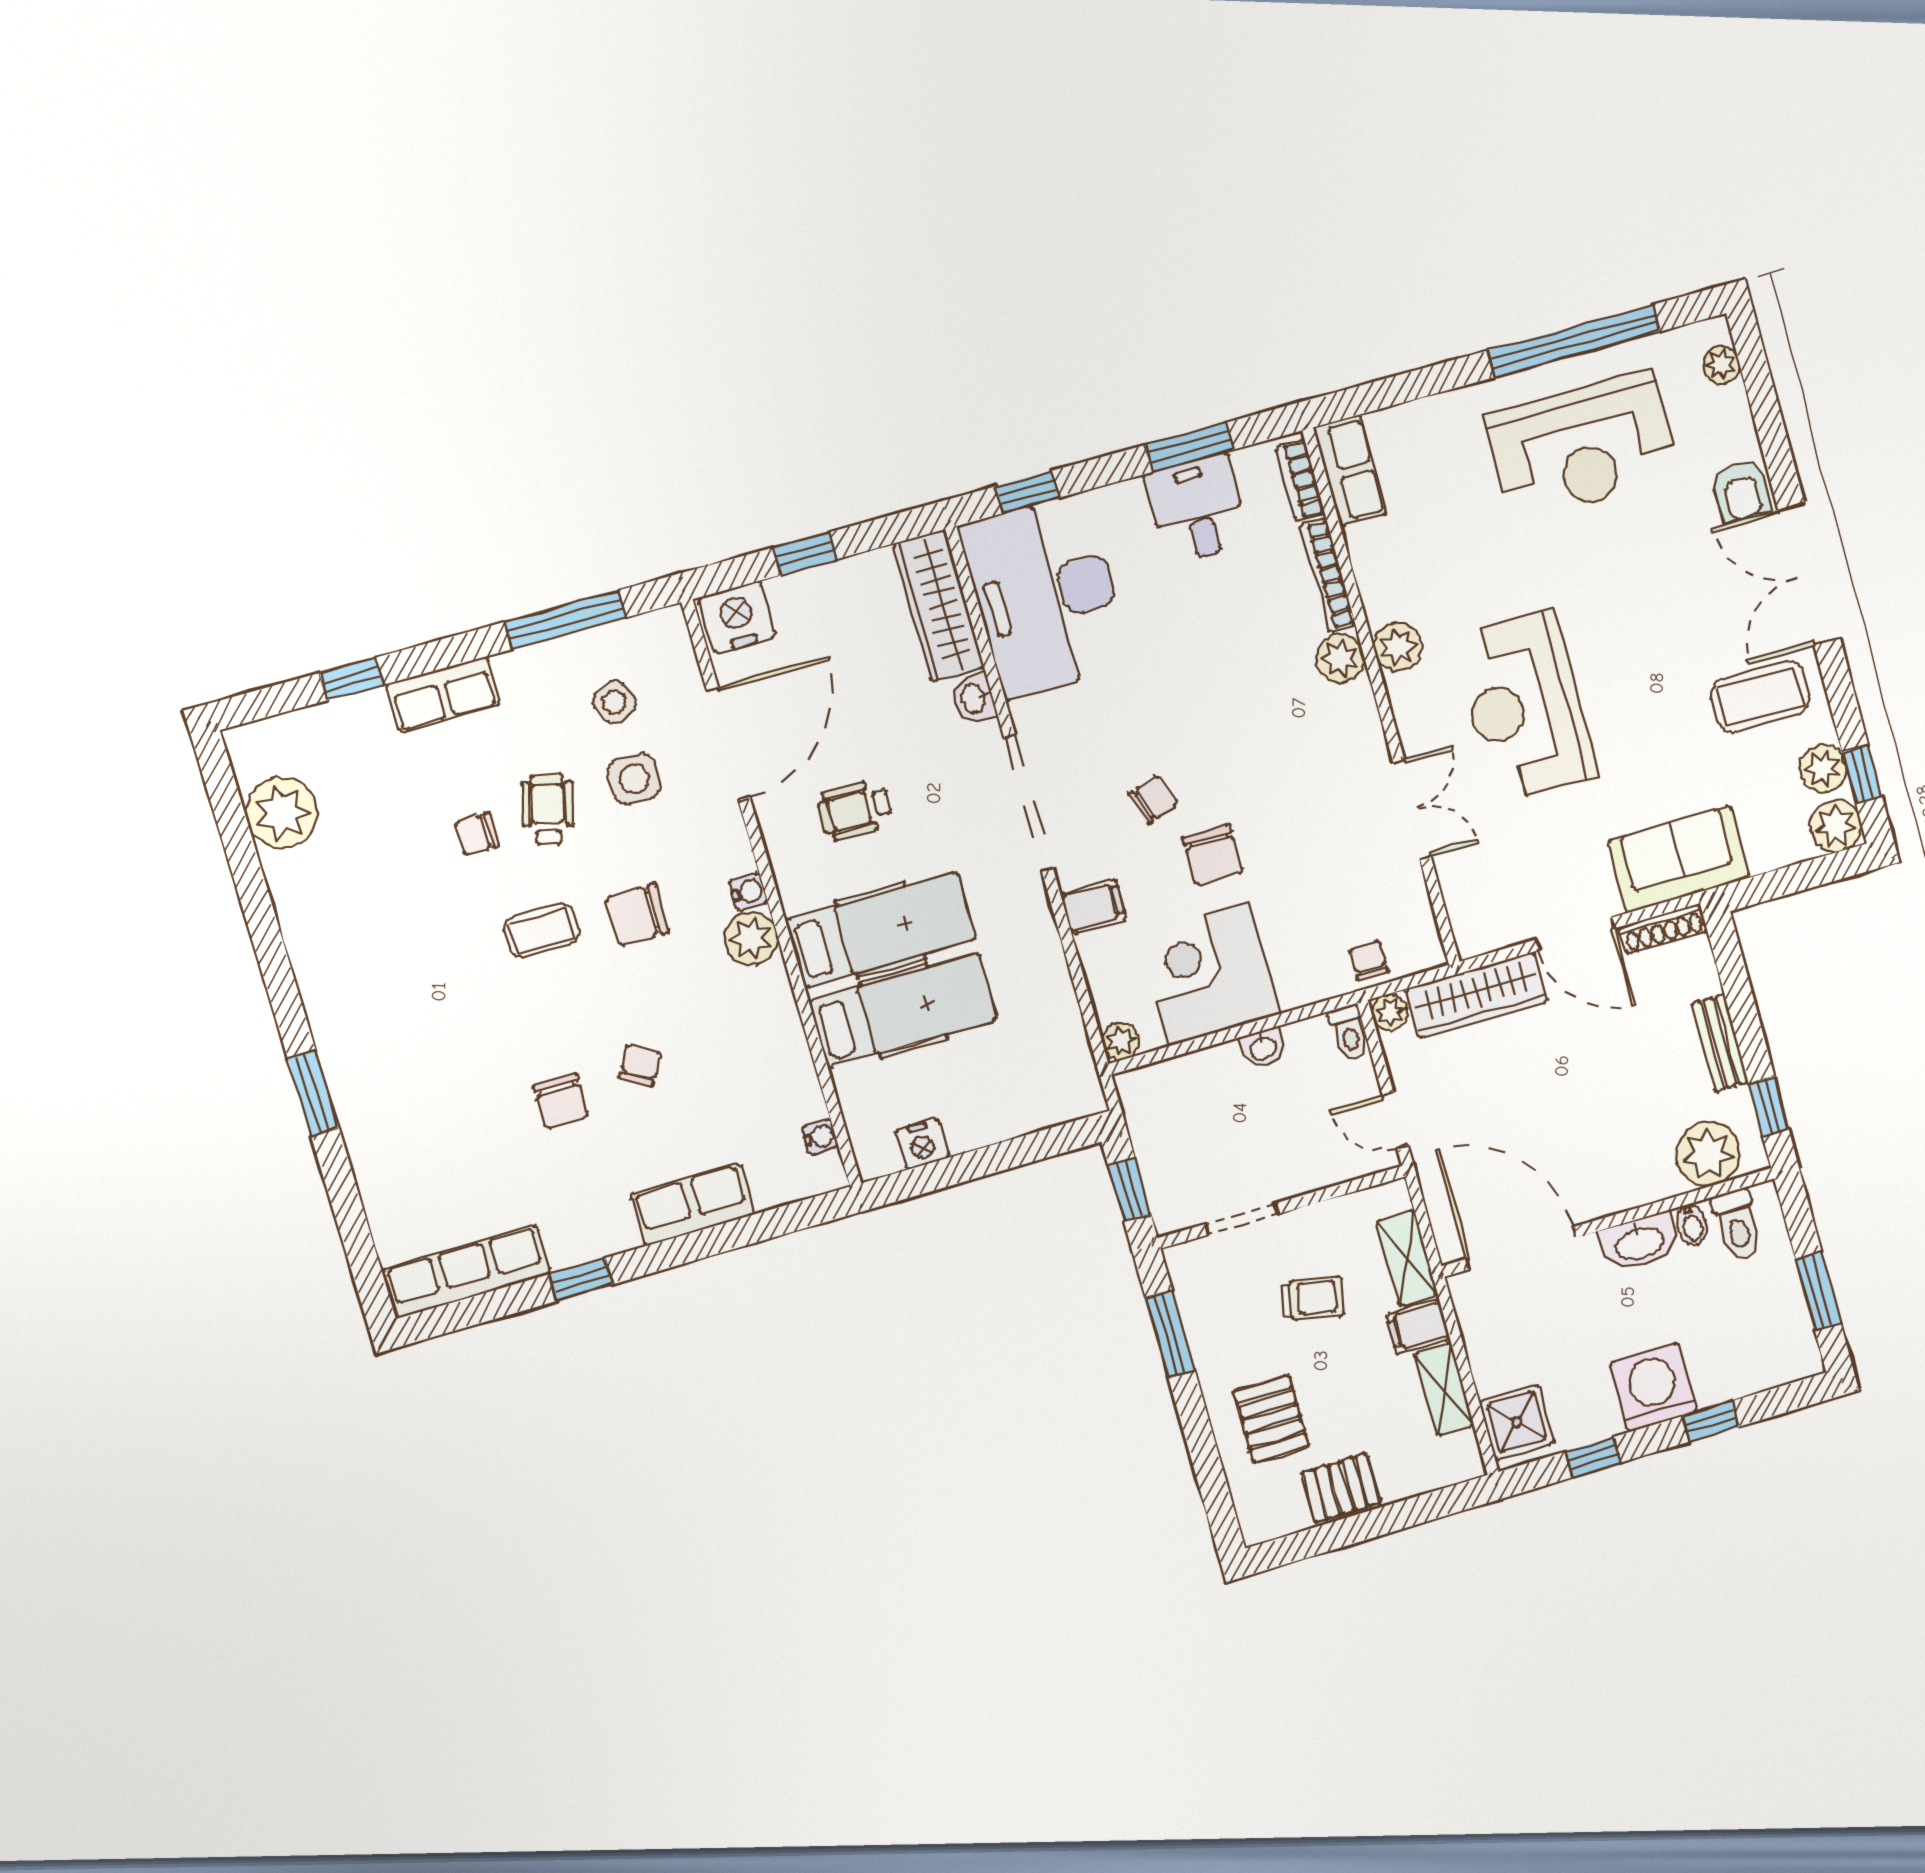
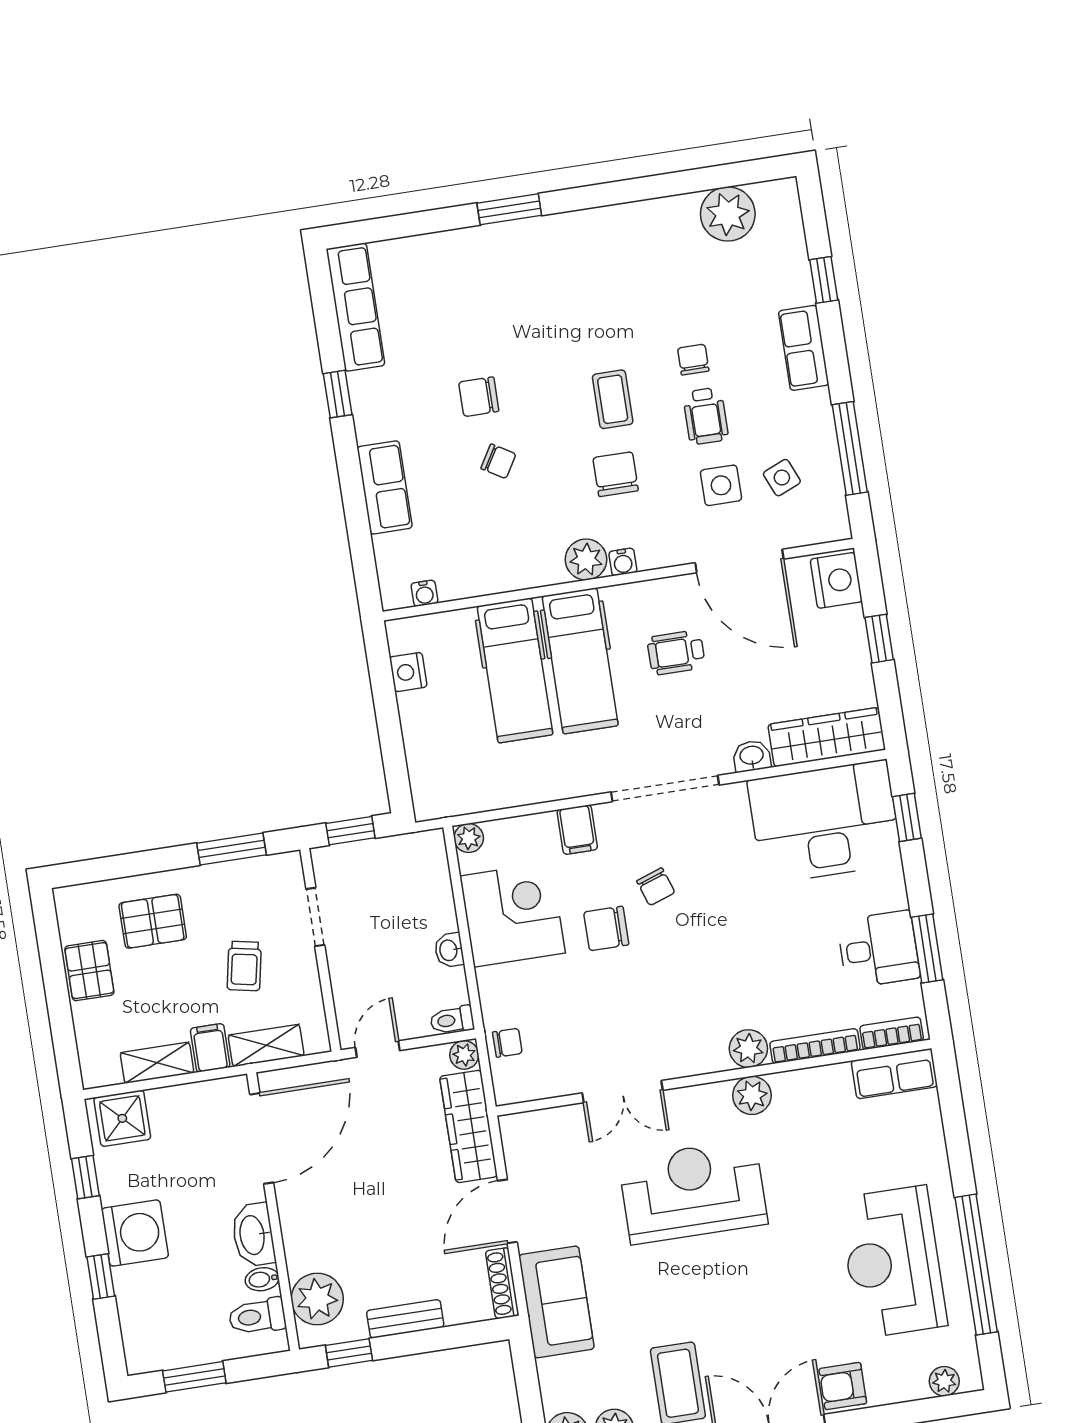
wheelchair: (548, 809) -> (706, 416), turned 76
wheelchair: (855, 810) -> (676, 652), turned -90

